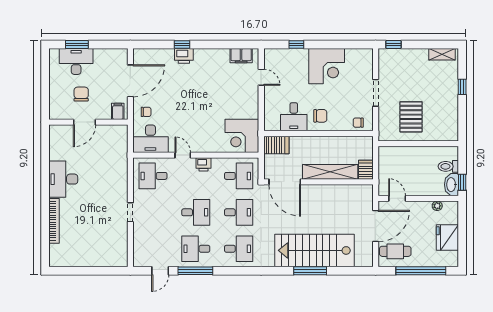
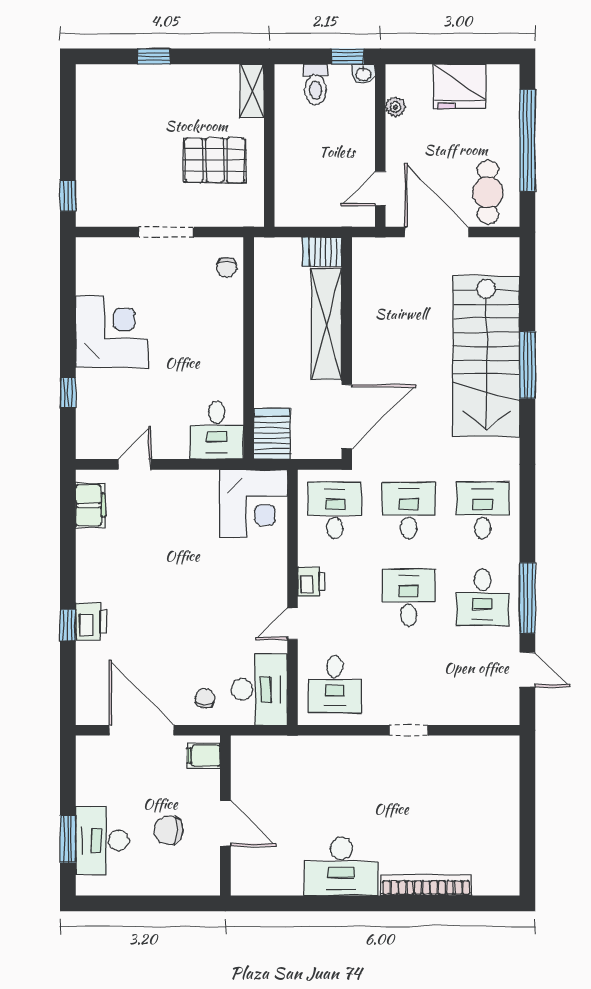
shelving: (442, 54) -> (252, 91), moved
chair: (320, 116) -> (213, 344), removed
desk: (294, 117) -> (217, 430), moved, turned 90
washbasin: (451, 185) -> (363, 74), width x0.52, depth x0.69

